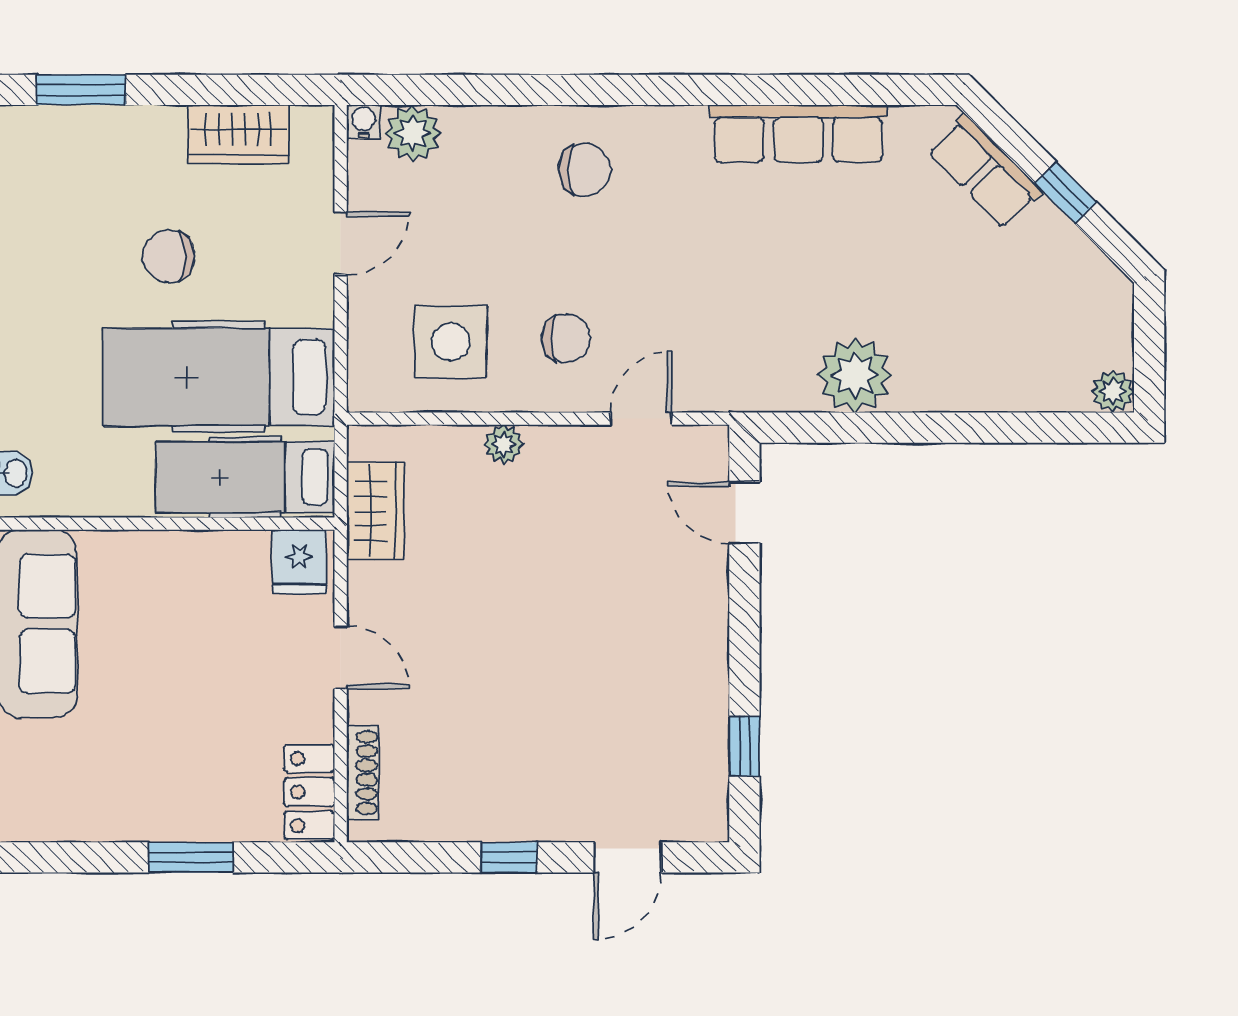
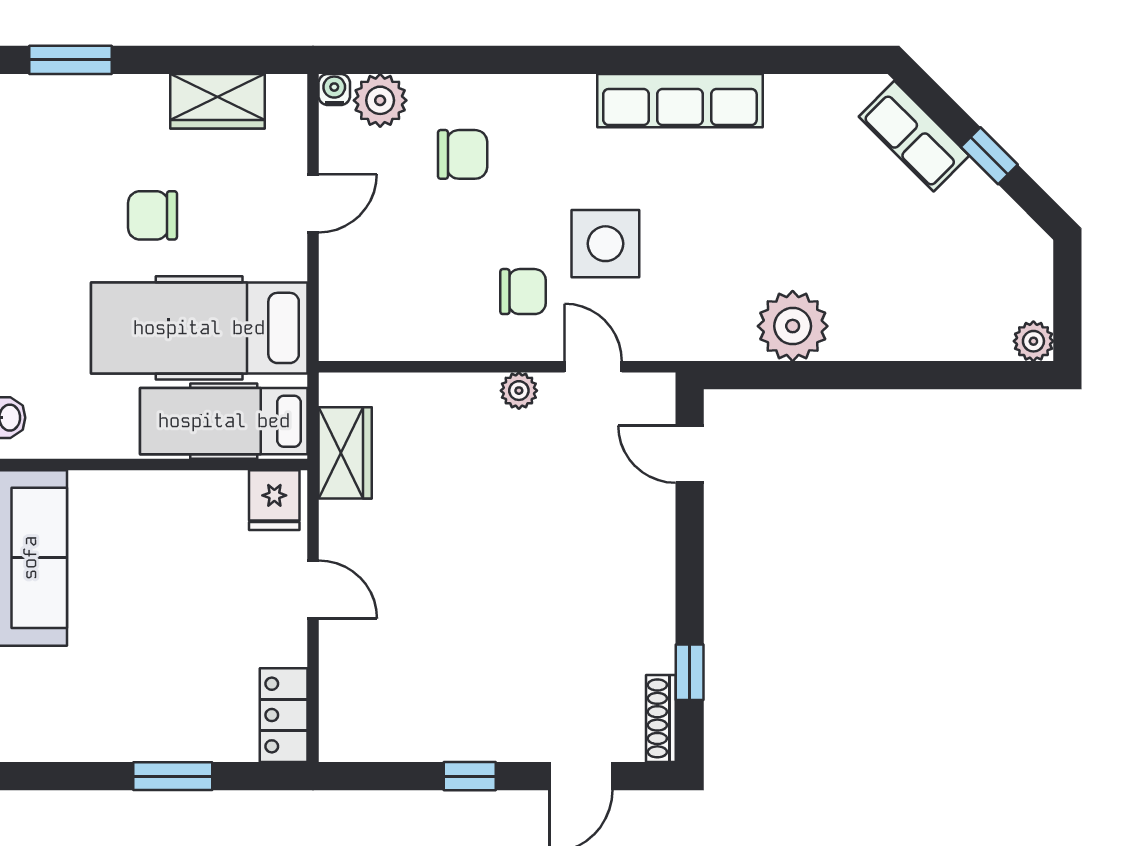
row of seats: (798, 133) -> (680, 101), moved
chair: (585, 170) -> (463, 154), moved
side table: (451, 342) -> (605, 244), moved
door: (641, 419) -> (593, 367), hinge flipped
plant: (504, 444) -> (519, 391), moved
shoe rack: (363, 773) -> (661, 718), moved, turned 180

